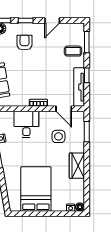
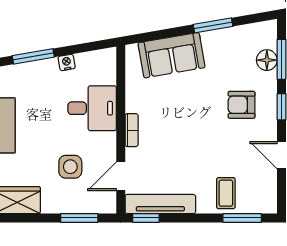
armchair: (25, 43) -> (241, 105), turned 180
window: (87, 75) -> (146, 218), moved

